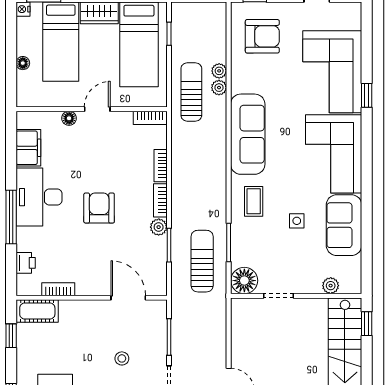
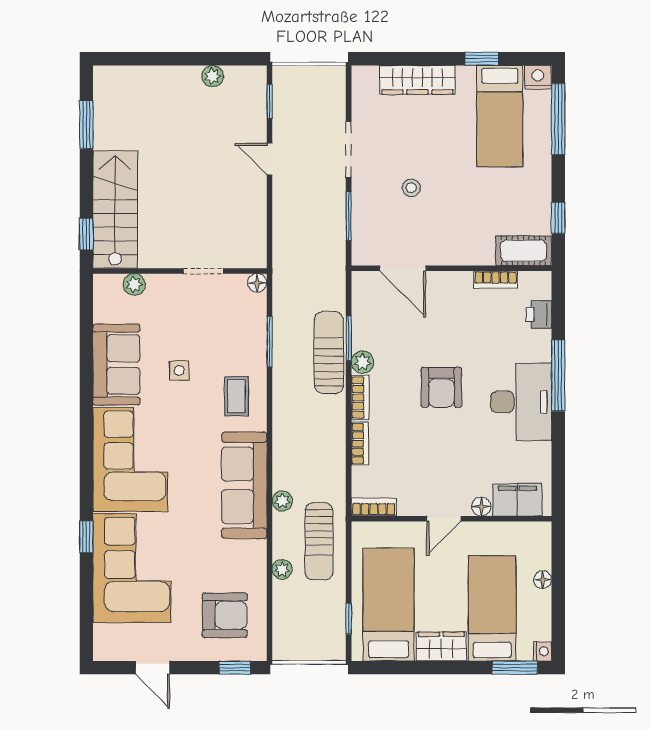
armchair: (262, 36) -> (225, 615), turned 180
plant: (219, 88) -> (282, 501), moved
filing cabinet: (28, 148) -> (517, 500), moved, turned 90
sun lounger: (202, 261) -> (329, 353), moved, turned 180
floor lamp: (244, 281) -> (257, 283), width x0.53, depth x0.53

